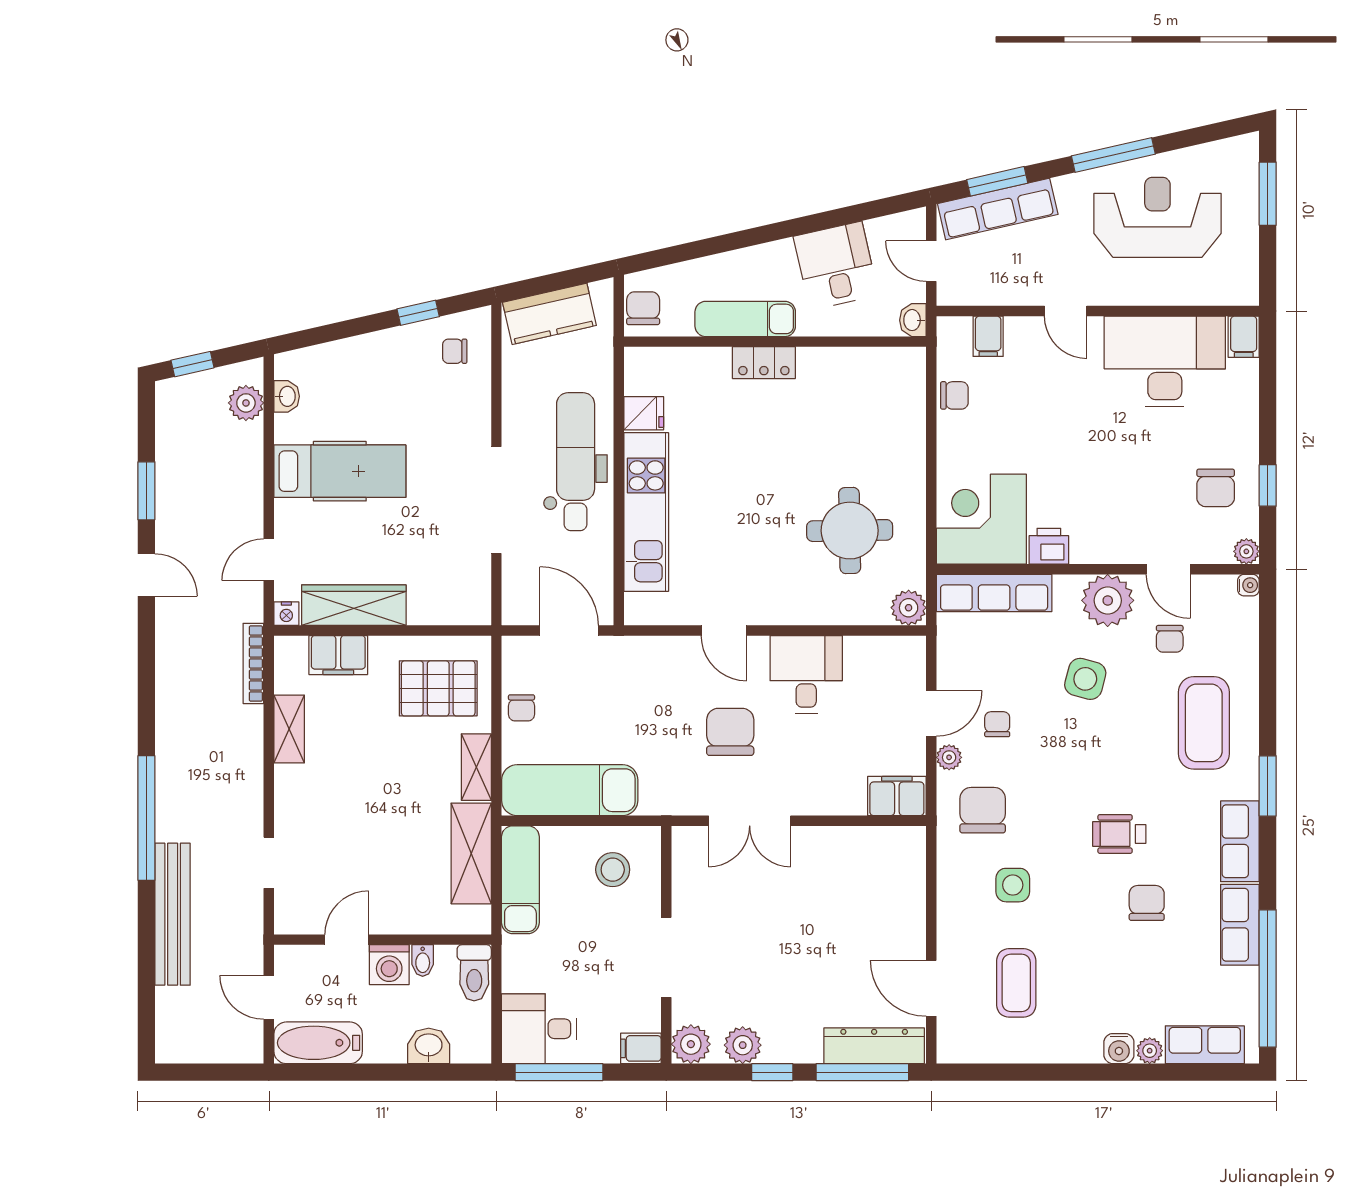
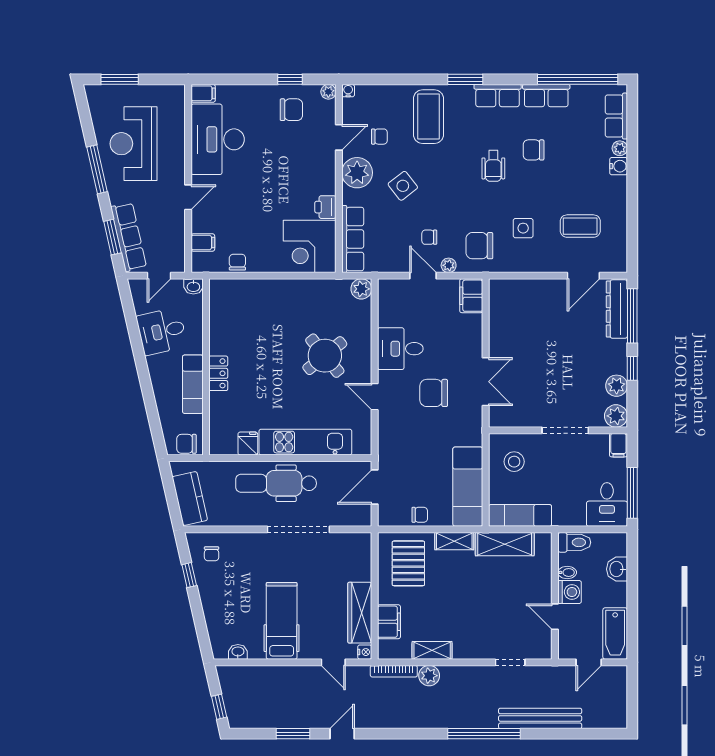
plant: (246, 403) -> (429, 676), moved
round table: (850, 531) -> (325, 356), moved, turned -38
door: (724, 630) -> (375, 397), swing flipped
side table: (1085, 679) -> (403, 186), turned 37
coffee table: (1204, 723) -> (428, 117), turned 90

